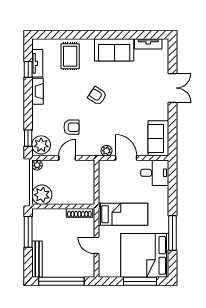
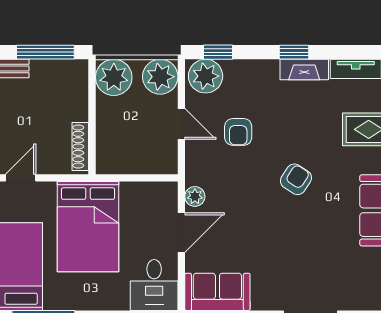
window: (28, 69) -> (294, 52), moved
plant: (37, 165) -> (160, 77), width x1.88, depth x1.88
bed: (123, 214) -> (88, 227), width x1.50

